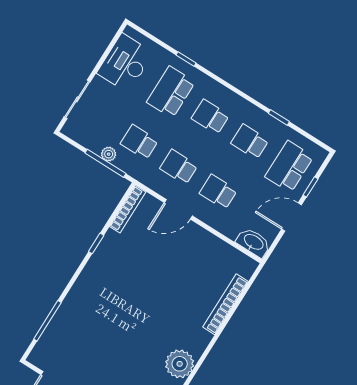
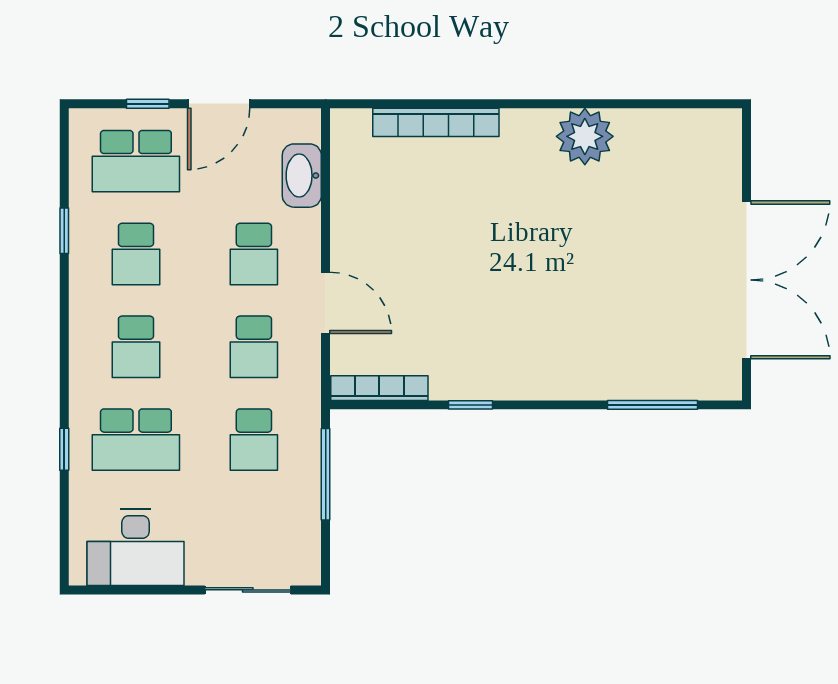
plant: (109, 154) -> (307, 479), removed
door: (292, 217) -> (219, 104), hinge flipped
washbasin: (253, 242) -> (302, 176), moved

